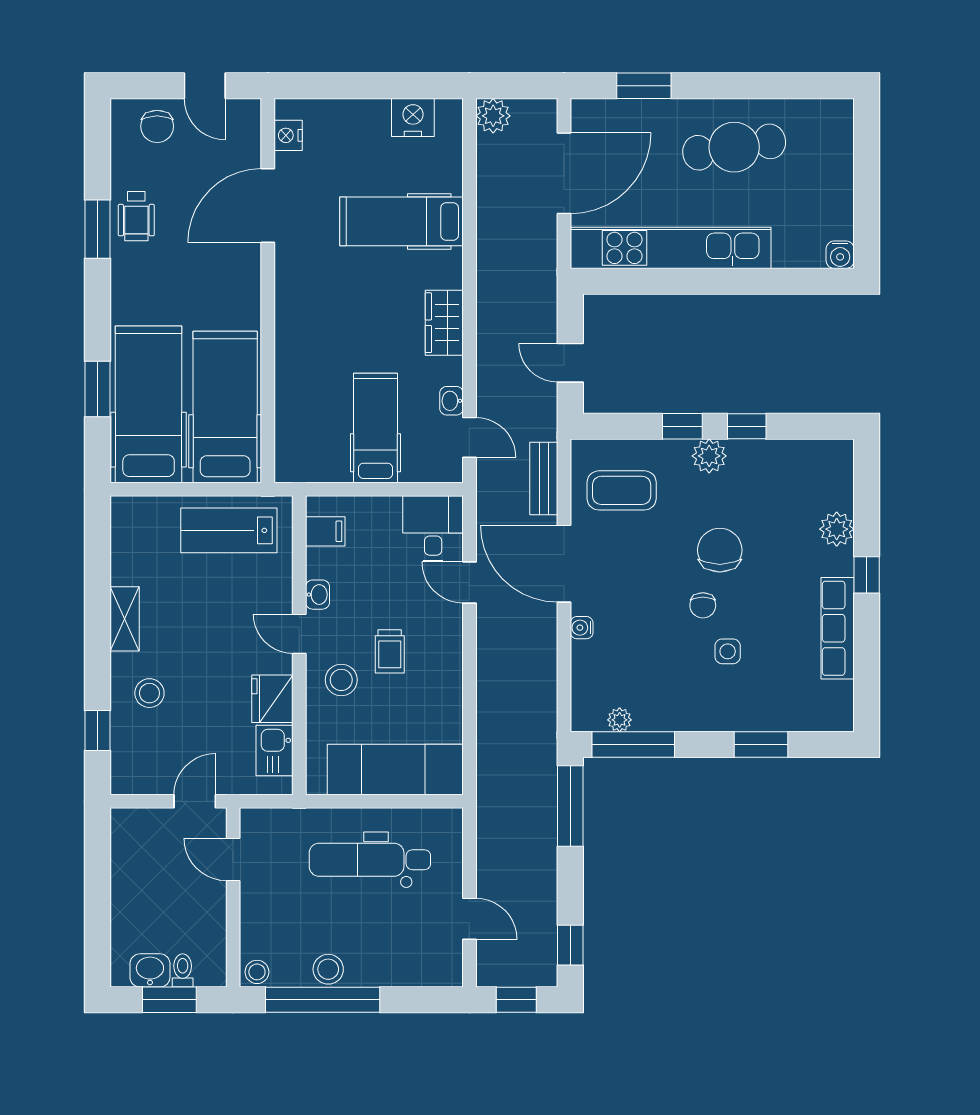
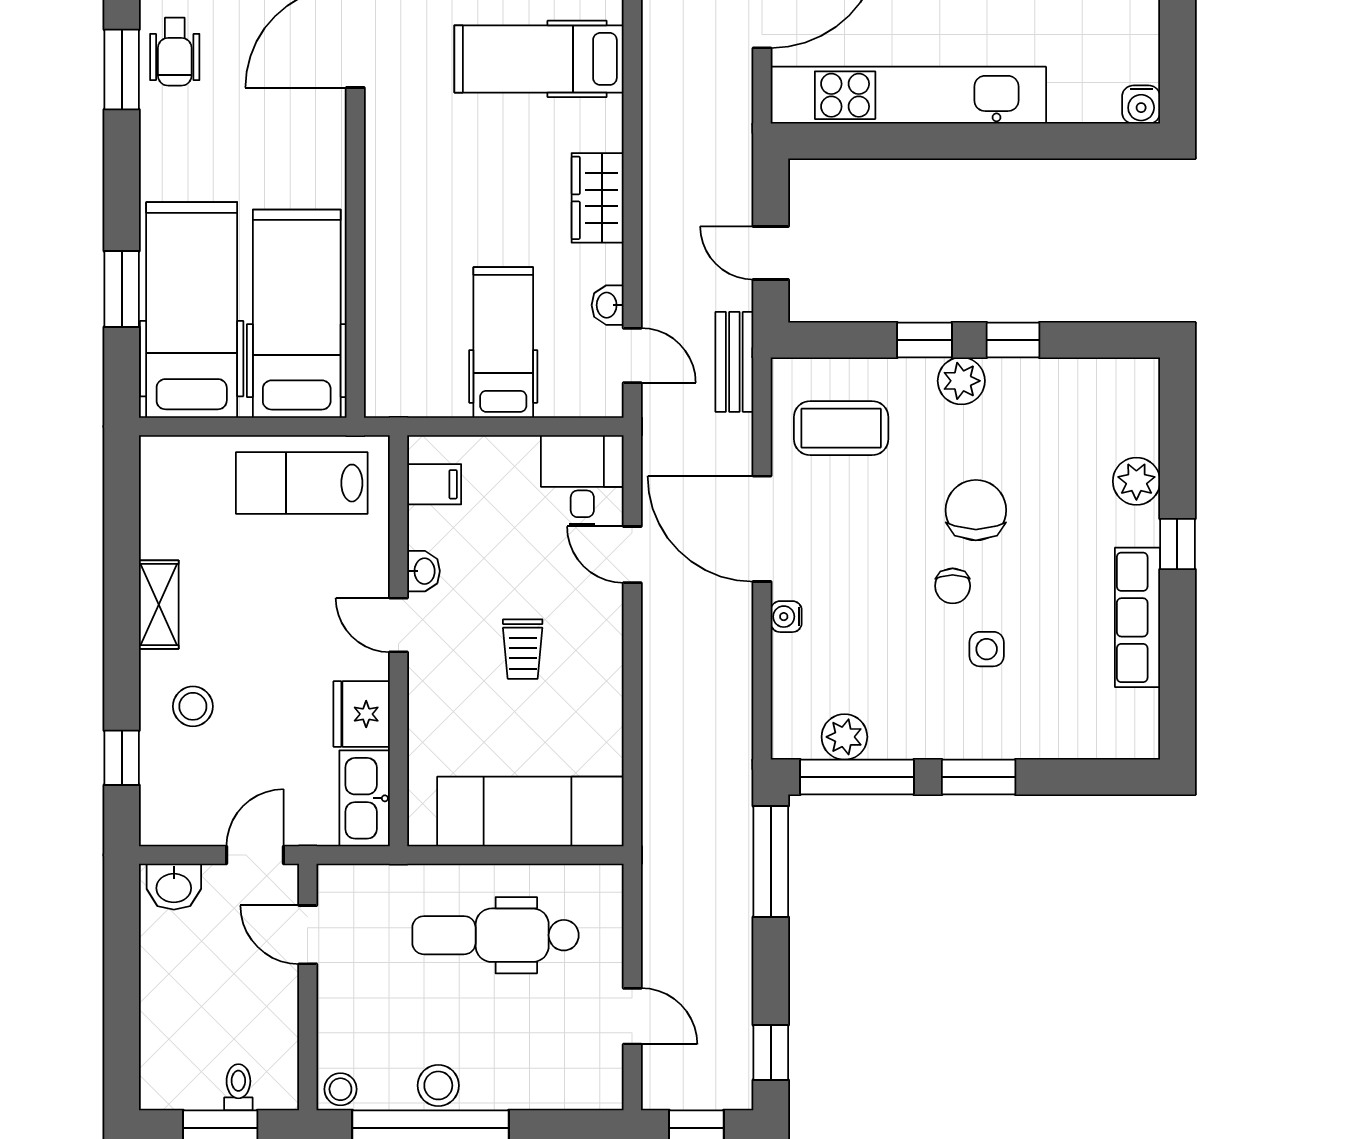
bench: (544, 478) -> (734, 362), moved
stool: (341, 680) -> (456, 688), removed
plant: (620, 720) -> (844, 737), width x1.38, depth x1.38
window: (761, 745) -> (979, 777), moved
kitchen sink: (275, 750) -> (365, 798), width x1.38
washbasin: (150, 970) -> (174, 887), moved, turned 180

